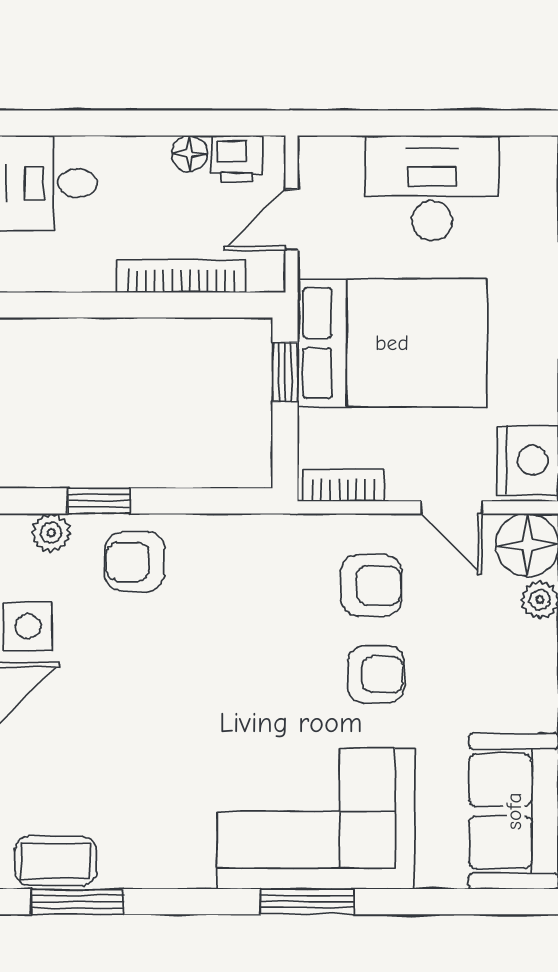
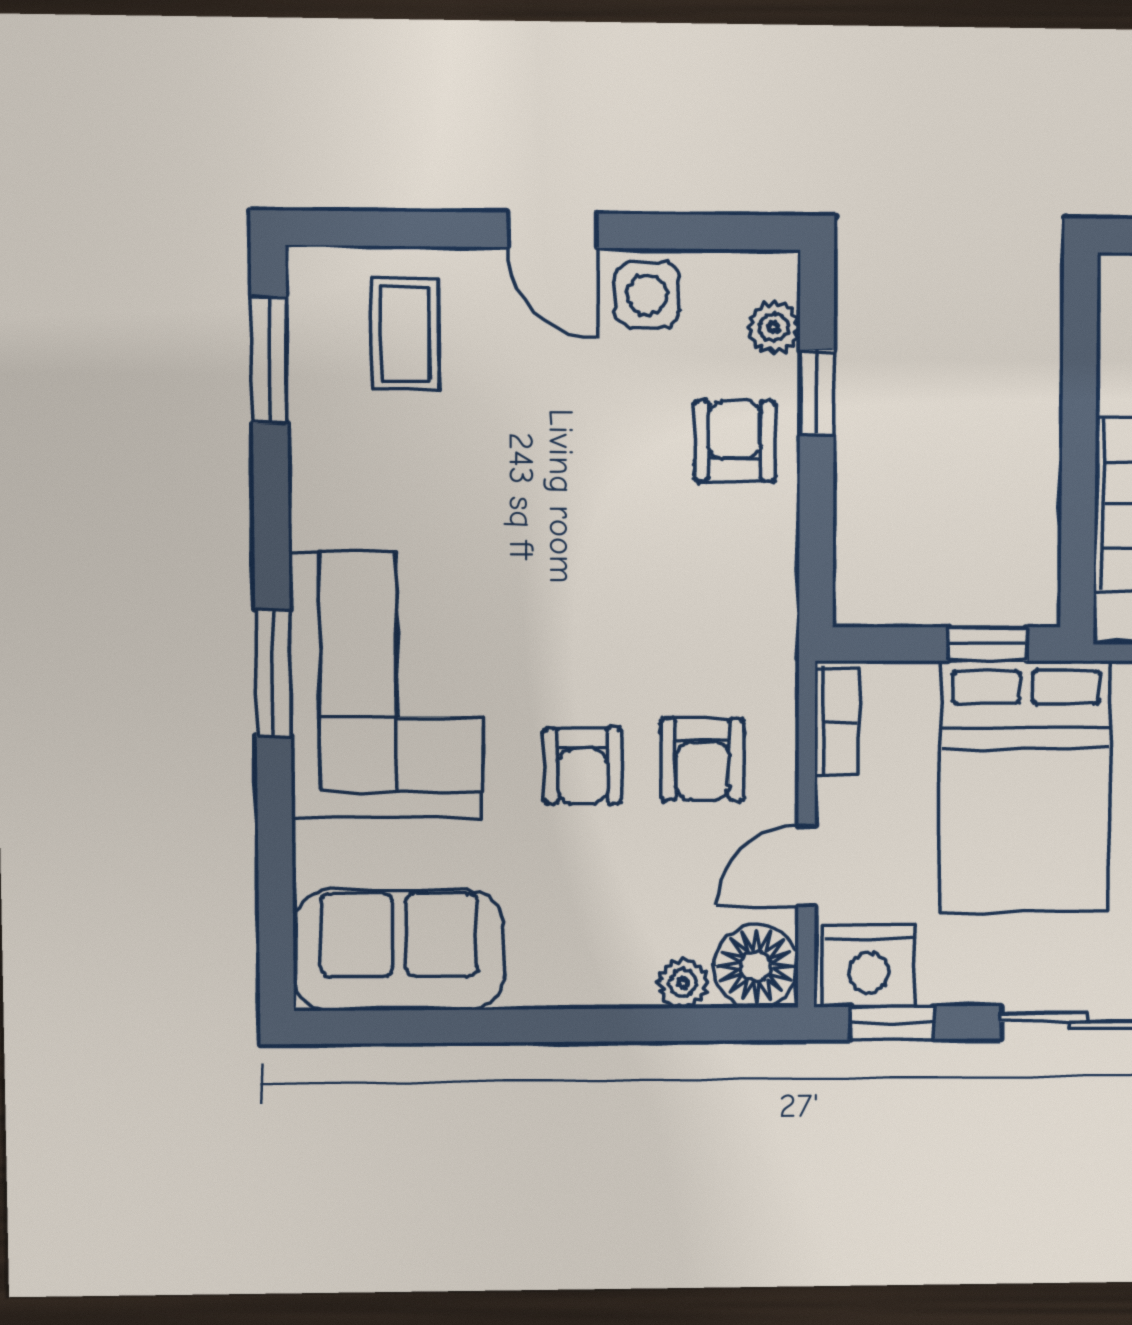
coffee table: (56, 861) -> (405, 334), moved

